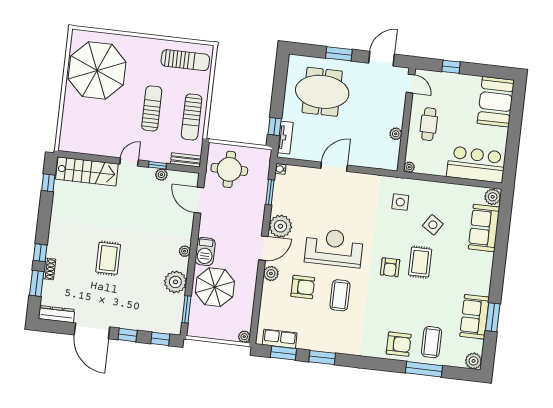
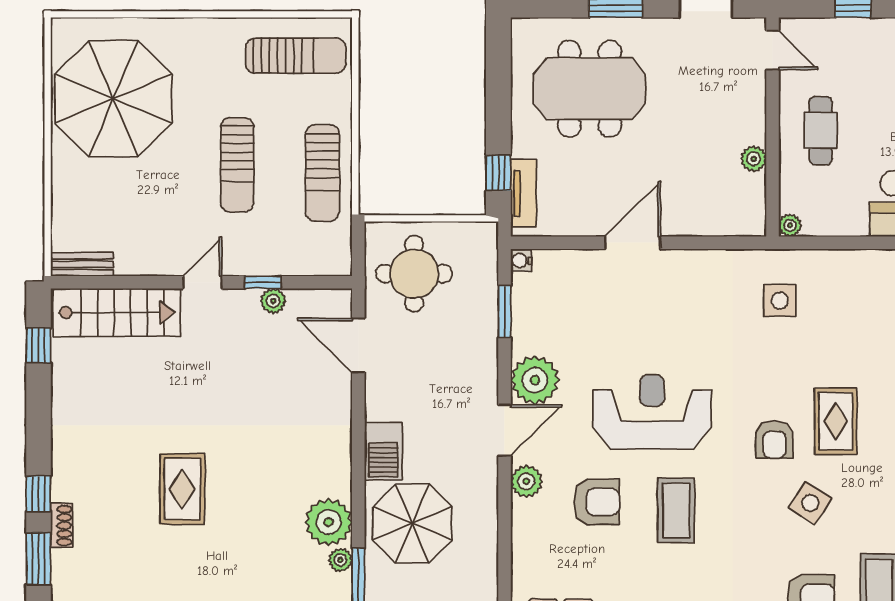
sun lounger: (152, 108) -> (237, 165), turned 180
bench: (186, 160) -> (82, 264), moved
side table: (433, 225) -> (810, 503), moved
plant: (185, 251) -> (340, 560), moved

